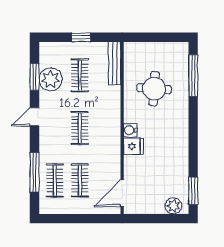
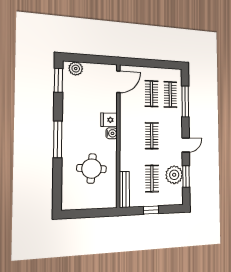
window: (193, 76) -> (58, 139), moved

